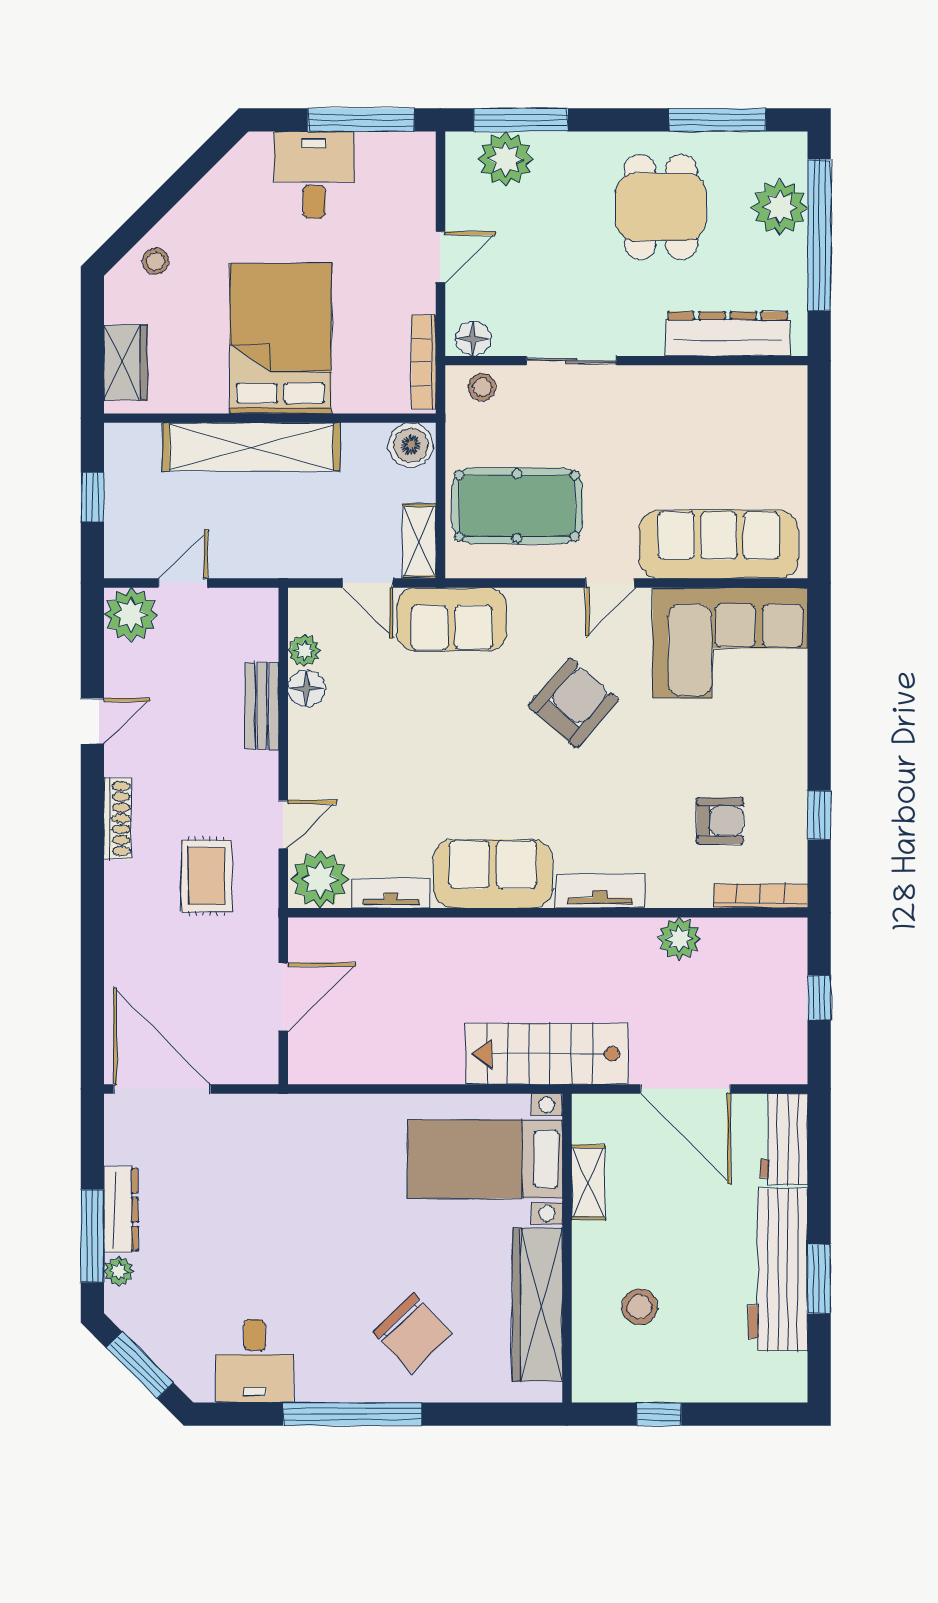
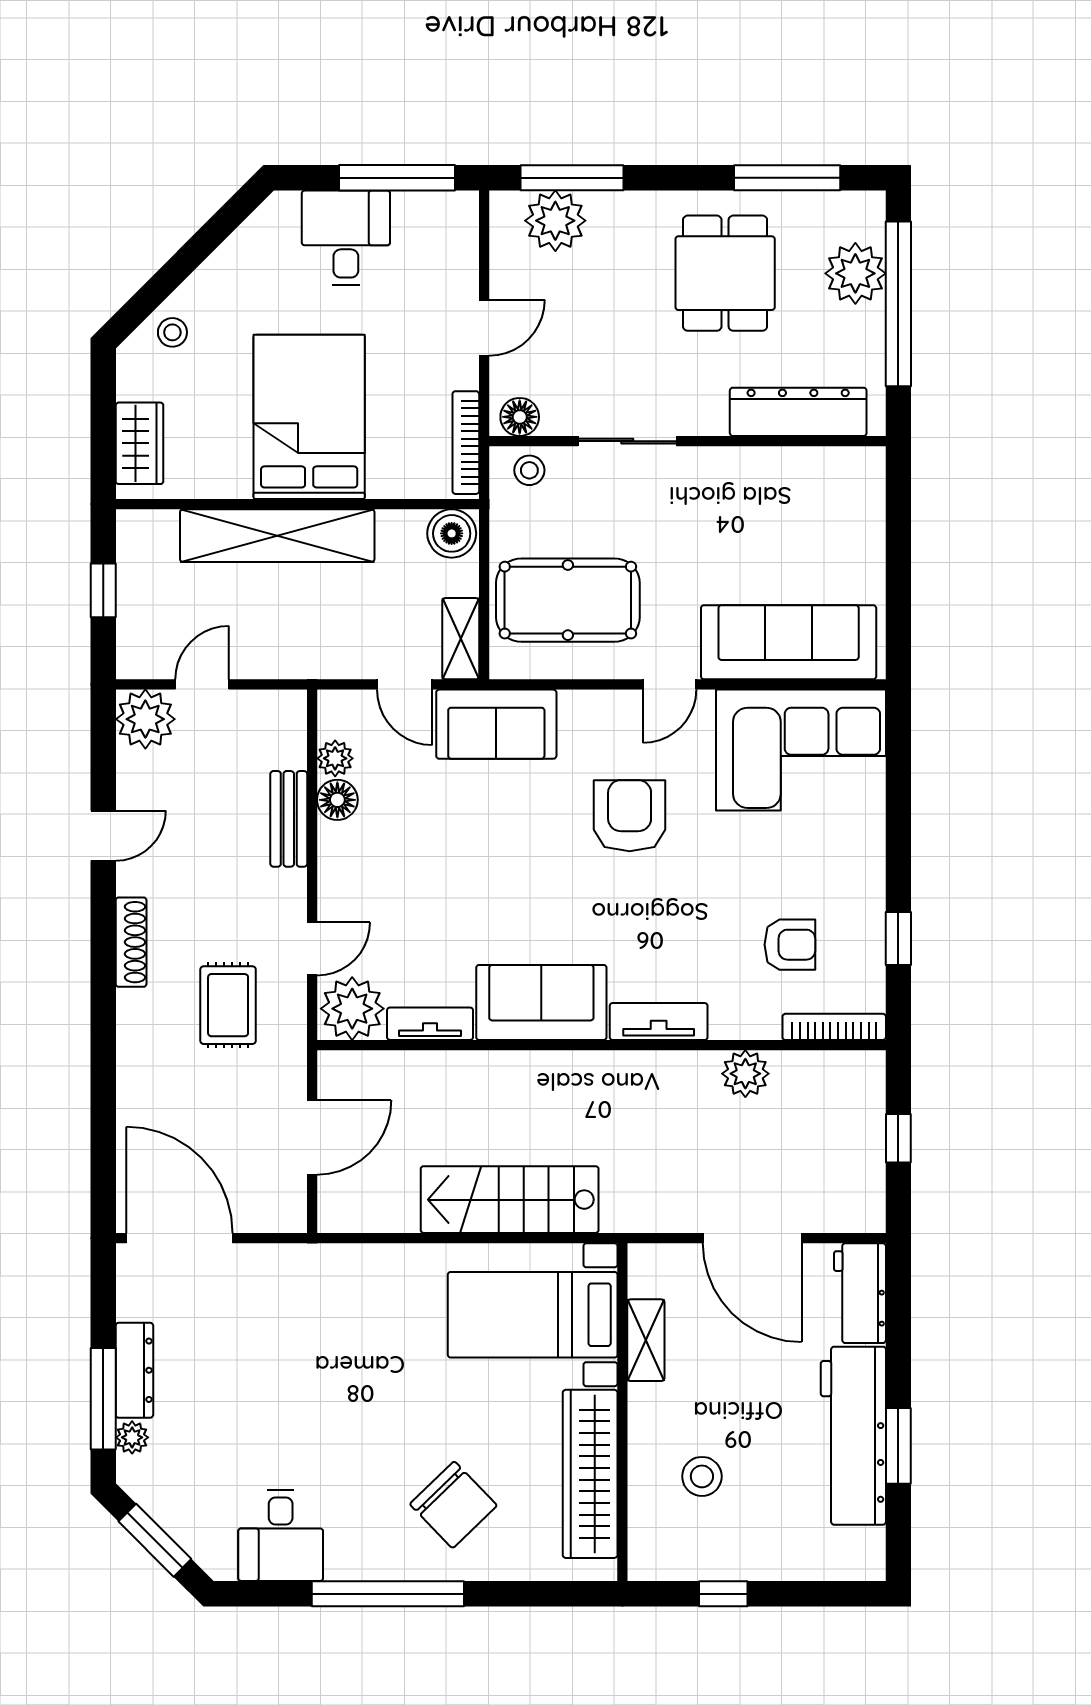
armchair: (573, 703) -> (630, 816), turned -41
stairs: (547, 1054) -> (510, 1200), moved

